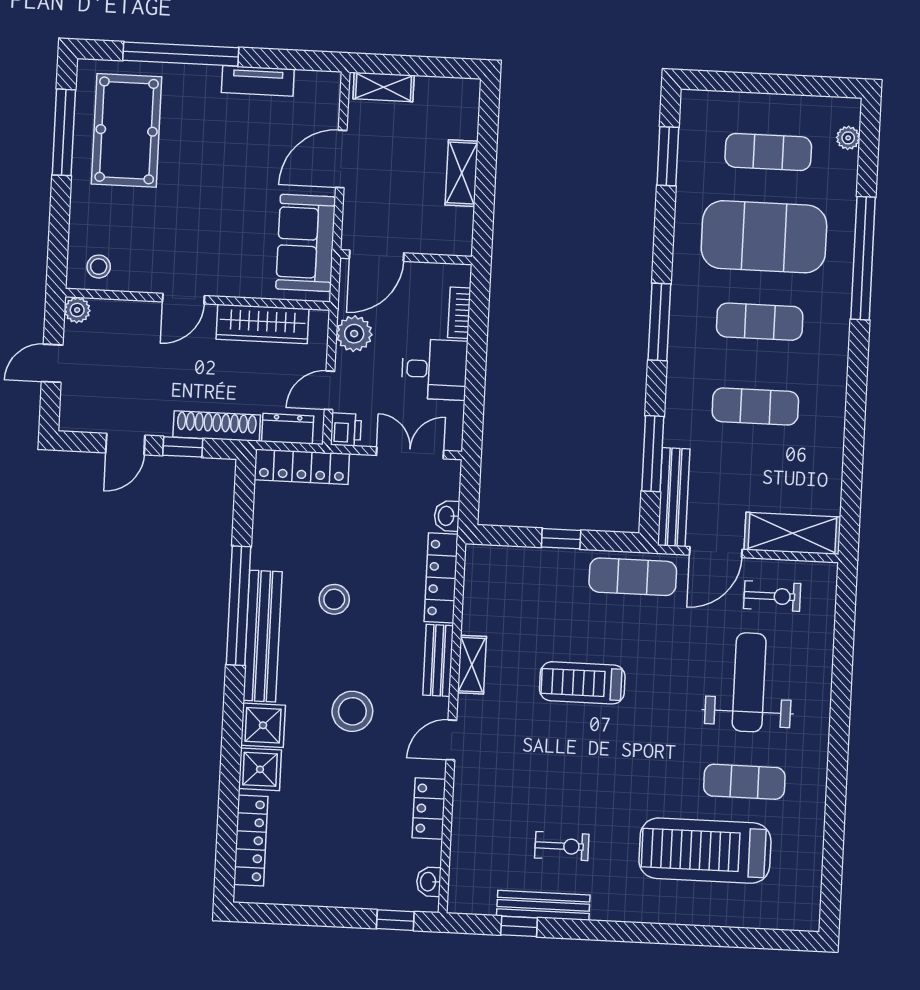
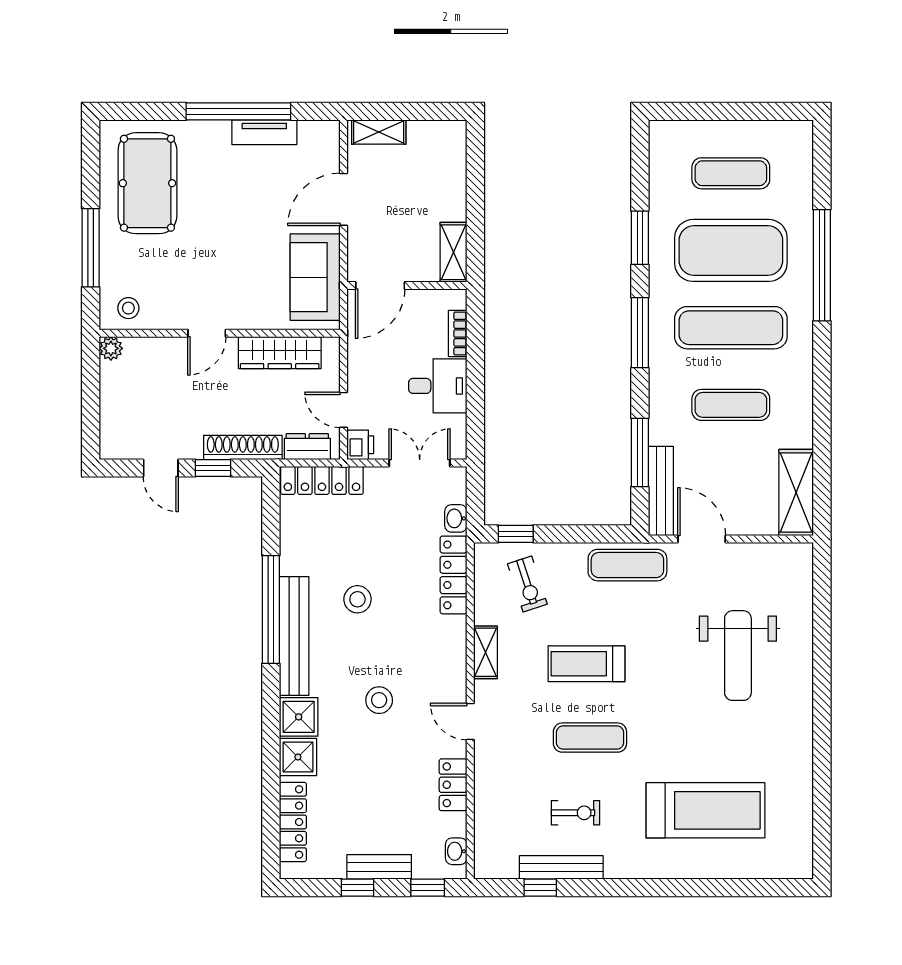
window: (181, 54) -> (238, 111), moved
window: (64, 132) -> (91, 248), moved
plant: (848, 138) -> (803, 157), removed
window: (668, 156) -> (640, 238), moved
shelving: (462, 173) -> (454, 252), moved
exercise mat: (760, 322) -> (731, 328), width x1.36, depth x1.45
plant: (354, 334) -> (363, 357), removed
door: (52, 363) -> (91, 398), removed
door: (329, 390) -> (344, 410), hinge flipped
door: (125, 444) -> (161, 468), hinge flipped
shelving: (792, 533) -> (796, 492), moved, turned 90
window: (561, 539) -> (516, 534), moved
door: (716, 552) -> (702, 539), swing flipped
exercise bike: (772, 596) -> (527, 584), moved, turned 72
bench: (438, 660) -> (379, 867), moved, turned 90
weight bench: (749, 682) -> (738, 656), turned 180
stool: (352, 711) -> (379, 700), width x0.73, depth x0.73
door: (451, 740) -> (470, 722), hinge flipped
exercise mat: (744, 782) -> (590, 738), moved
treadmill: (705, 851) -> (705, 810), turned 180
window: (318, 916) -> (358, 888), added

